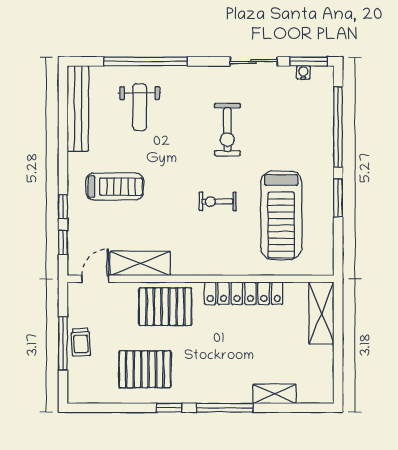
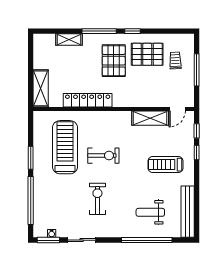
weight bench: (140, 107) -> (150, 212), turned -90
exercise bike: (217, 201) -> (103, 156), width x1.38, depth x1.39
pallet: (165, 307) -> (114, 61), moved, turned 90
trolley: (81, 342) -> (175, 60), moved

